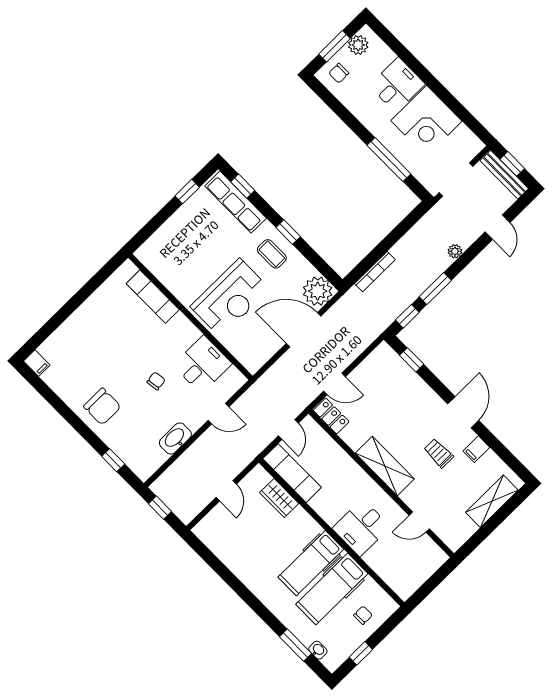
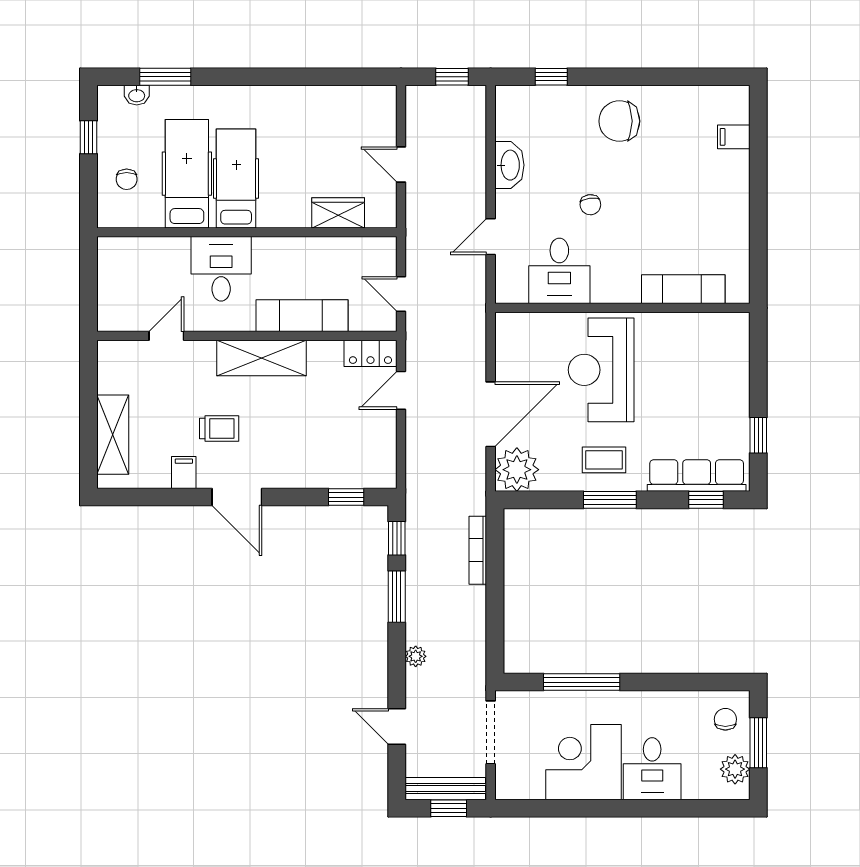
window: (288, 232) -> (610, 500), width x1.50
filing cabinet: (37, 363) -> (734, 137), moved
exam couch: (292, 473) -> (302, 316), moved, turned 180

